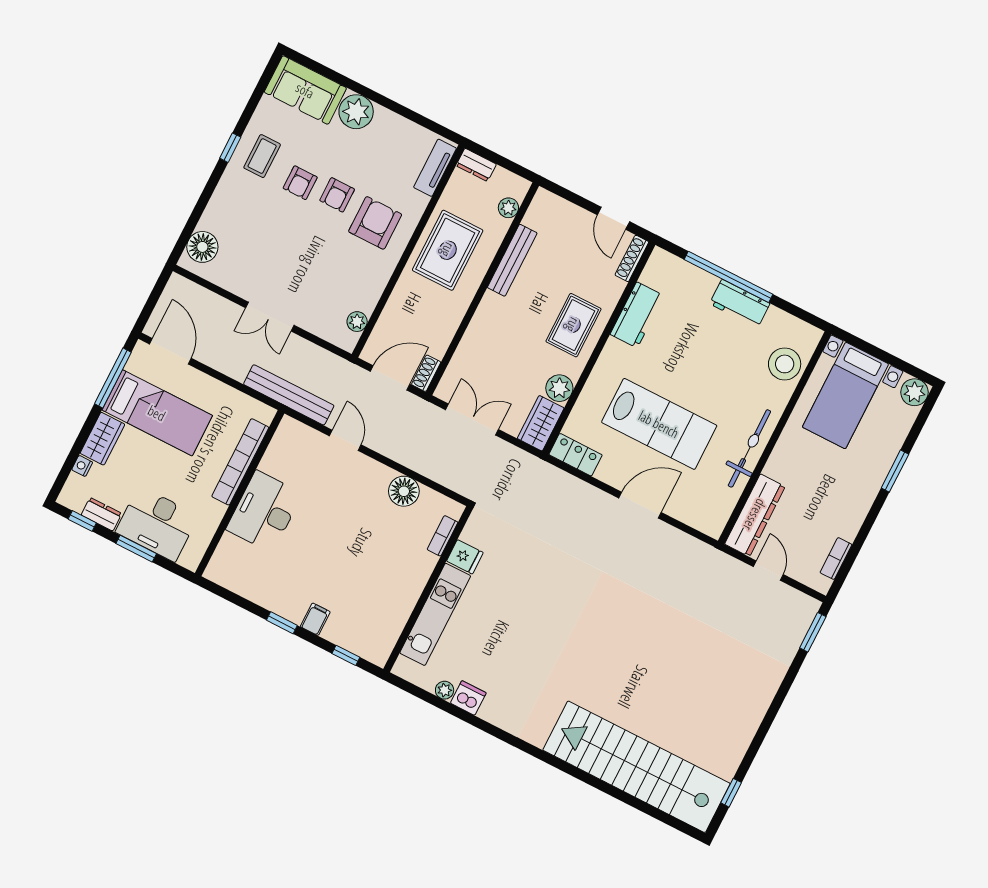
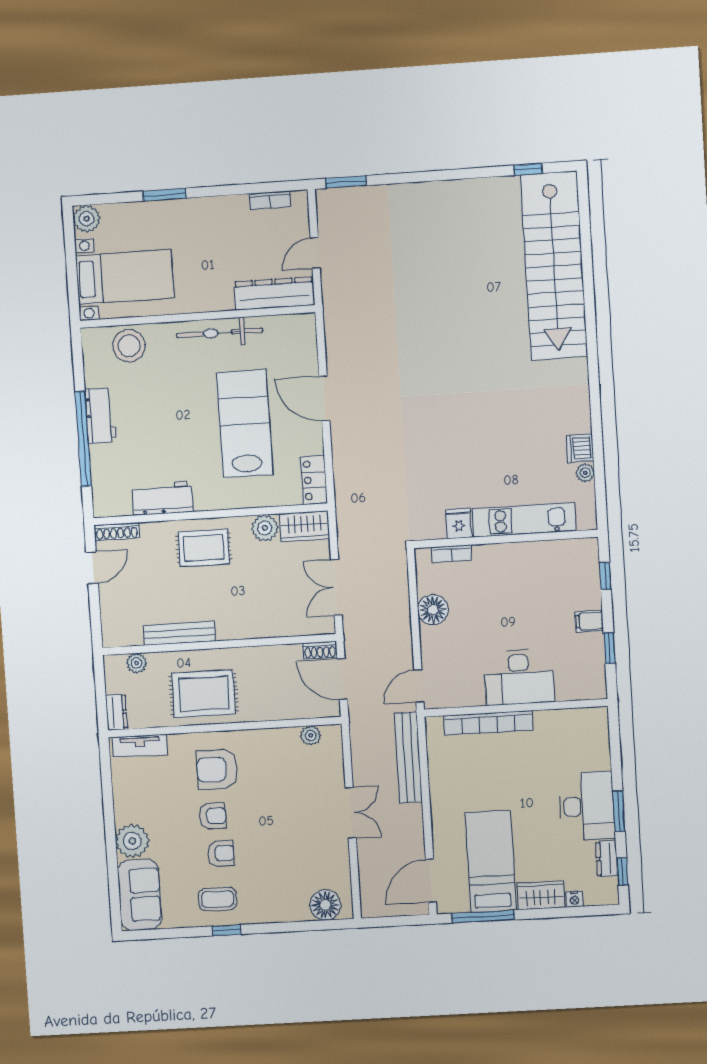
bookcase: (240, 462) -> (488, 723), moved
wall: (240, 493) -> (516, 708), moved
desk: (264, 511) -> (519, 677), moved

